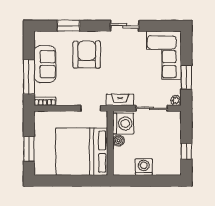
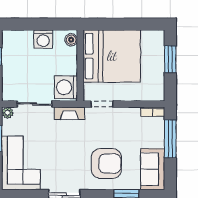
armchair: (87, 55) -> (106, 164), turned -90
sofa: (45, 64) -> (153, 169), moved
boiler: (118, 141) -> (71, 40), moved

